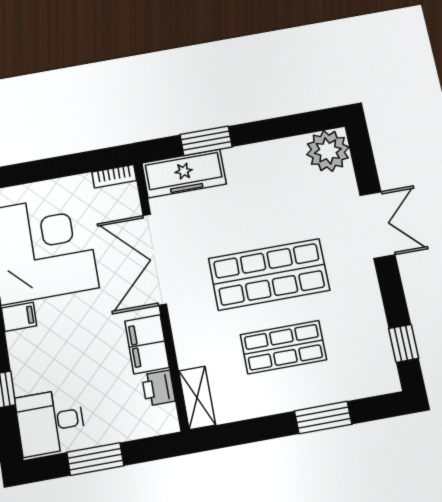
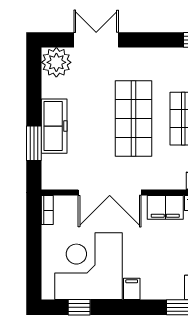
freezer: (184, 174) -> (54, 126), moved
double door: (377, 225) -> (96, 40), moved

